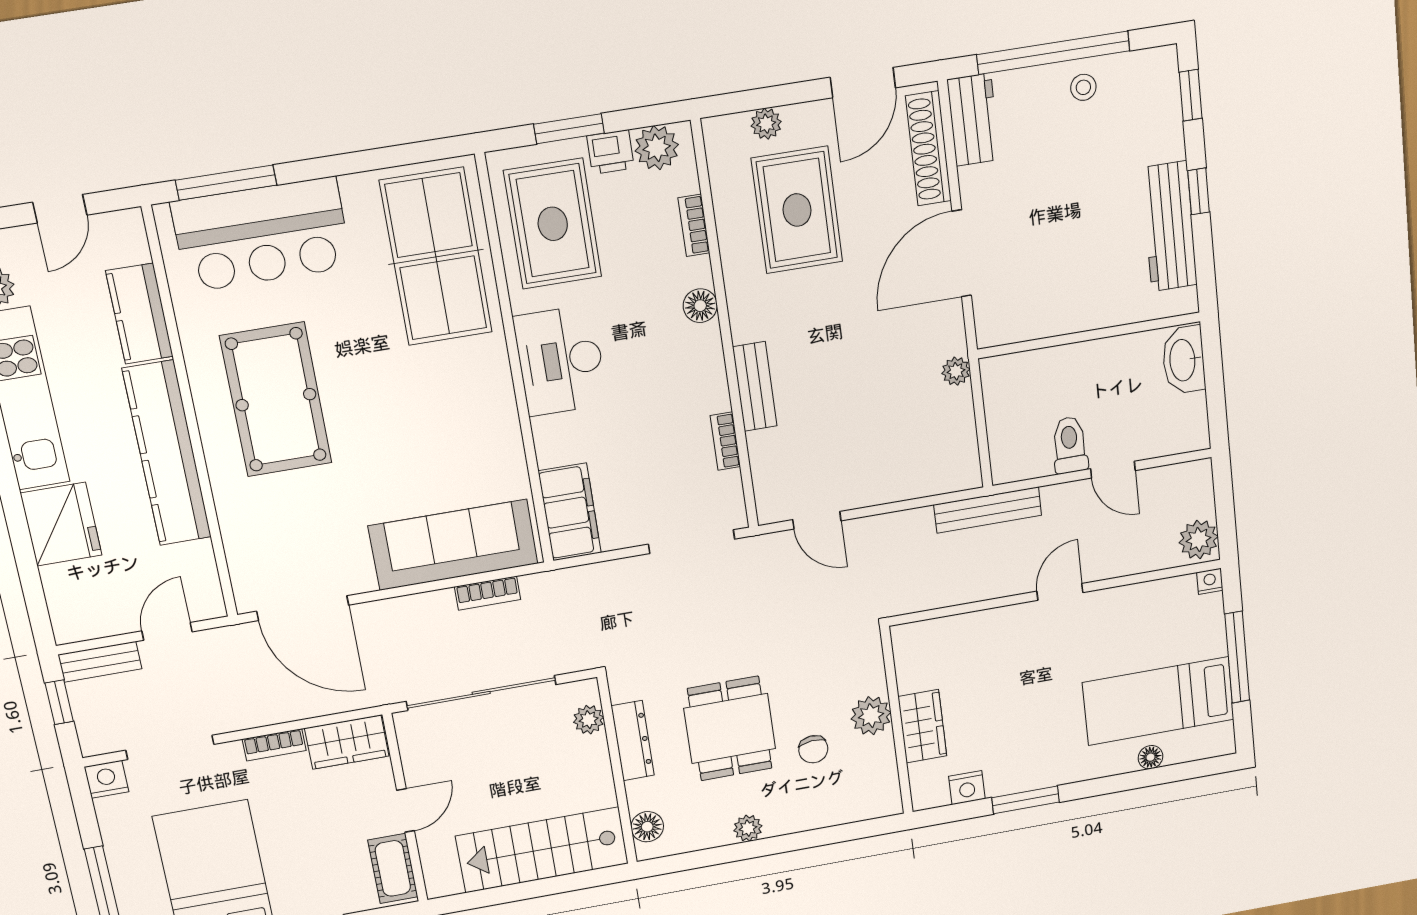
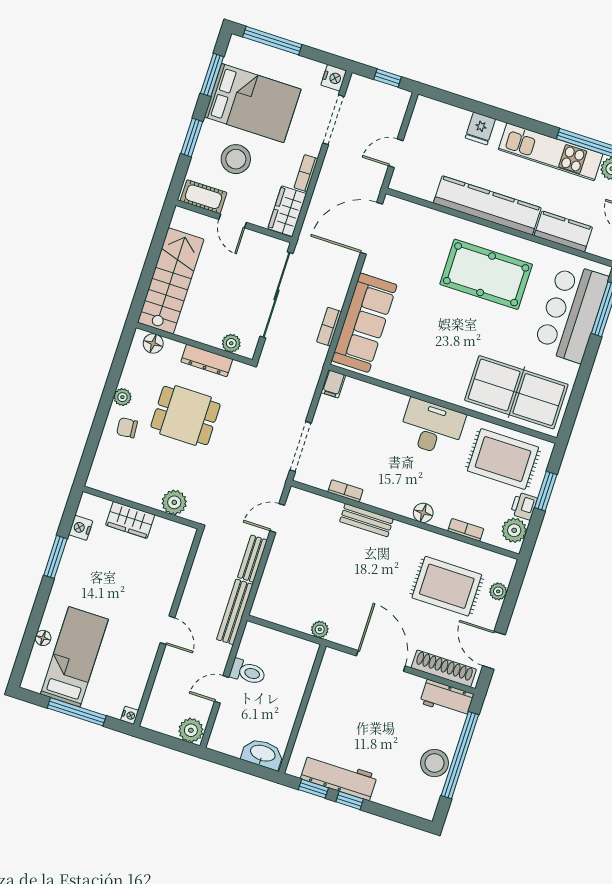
stool: (1083, 87) -> (434, 763), width x1.89, depth x1.89
window: (1191, 95) -> (313, 789), moved
filing cabinet: (570, 512) -> (333, 384), width x0.33, depth x0.86
fridge: (61, 524) -> (480, 128), width x0.53, depth x0.75
plant: (1199, 540) -> (191, 730), moved
door: (167, 631) -> (396, 153), swing flipped
bench: (100, 662) -> (252, 559), moved
plant: (871, 716) -> (174, 502), moved
chair: (813, 749) -> (127, 428), moved
stool: (311, 853) -> (236, 159), added

